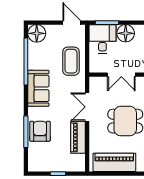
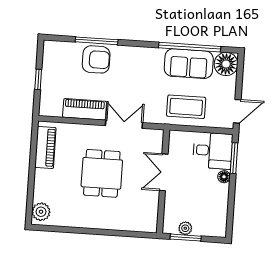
floor lamp: (126, 33) -> (224, 177), width x0.53, depth x0.53
sofa: (38, 88) -> (189, 64), moved
piano: (114, 162) -> (45, 147), width x0.73, depth x0.75

